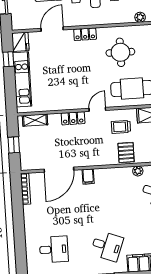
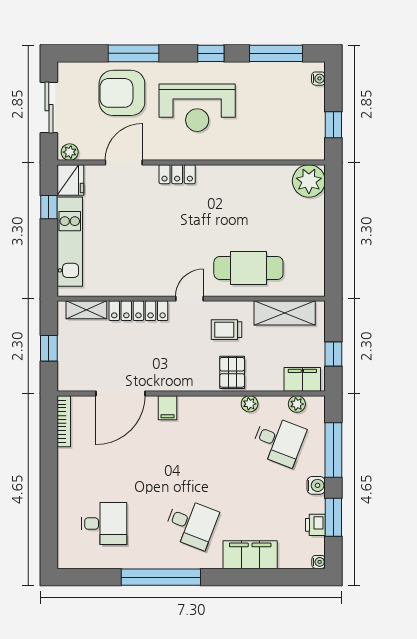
plant: (140, 17) -> (70, 152), moved
round table: (120, 52) -> (233, 207), removed
locker: (73, 118) -> (138, 311), width x1.53

